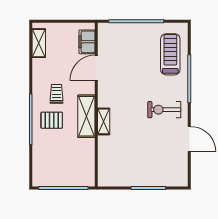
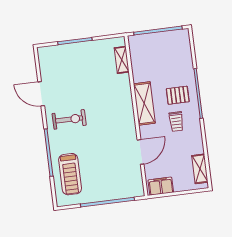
filing cabinet: (87, 42) -> (161, 186), moved, turned -90
shelving: (104, 121) -> (122, 60), moved

